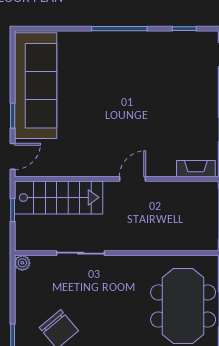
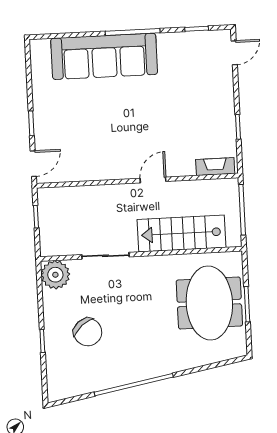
sofa: (36, 86) -> (104, 56), moved, turned 90
stairs: (59, 197) -> (181, 233), moved, turned 180
plant: (22, 263) -> (55, 275), width x1.88, depth x1.88

